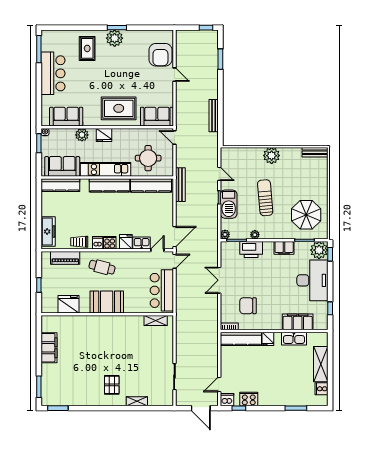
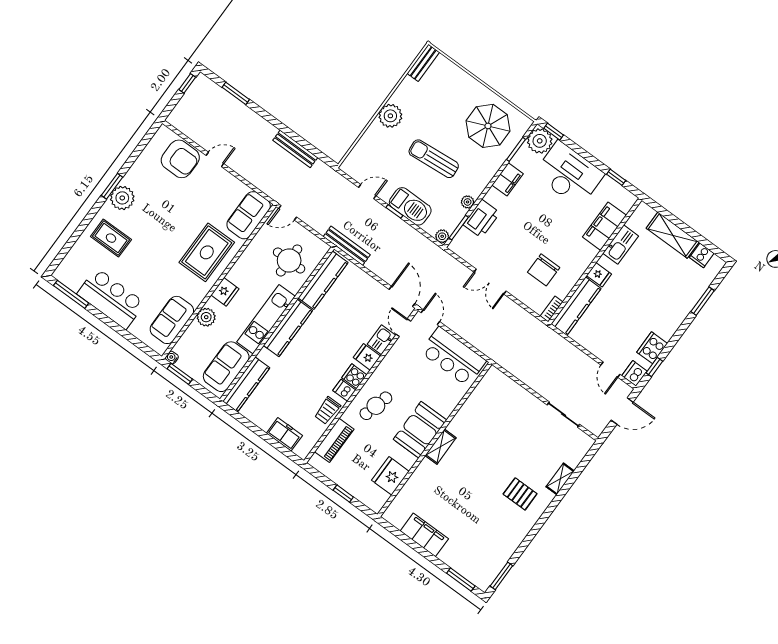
freezer: (48, 232) -> (284, 434), width x0.71
shelving: (156, 320) -> (441, 447), moved

